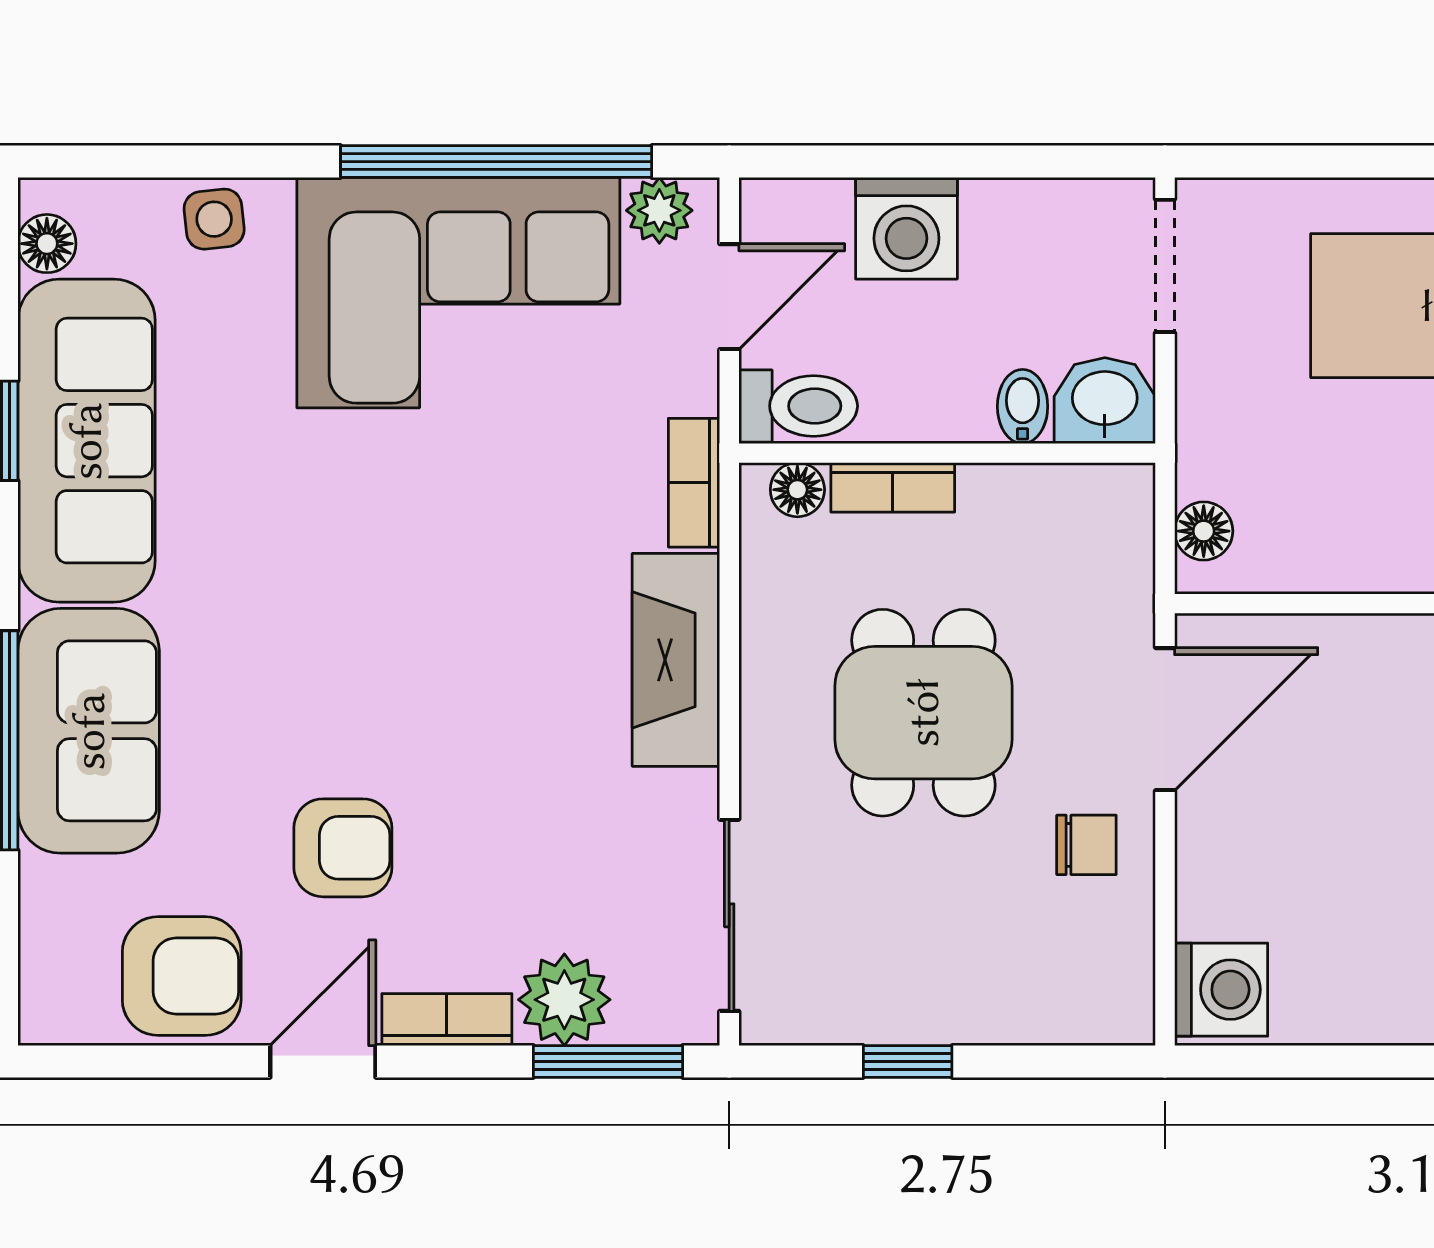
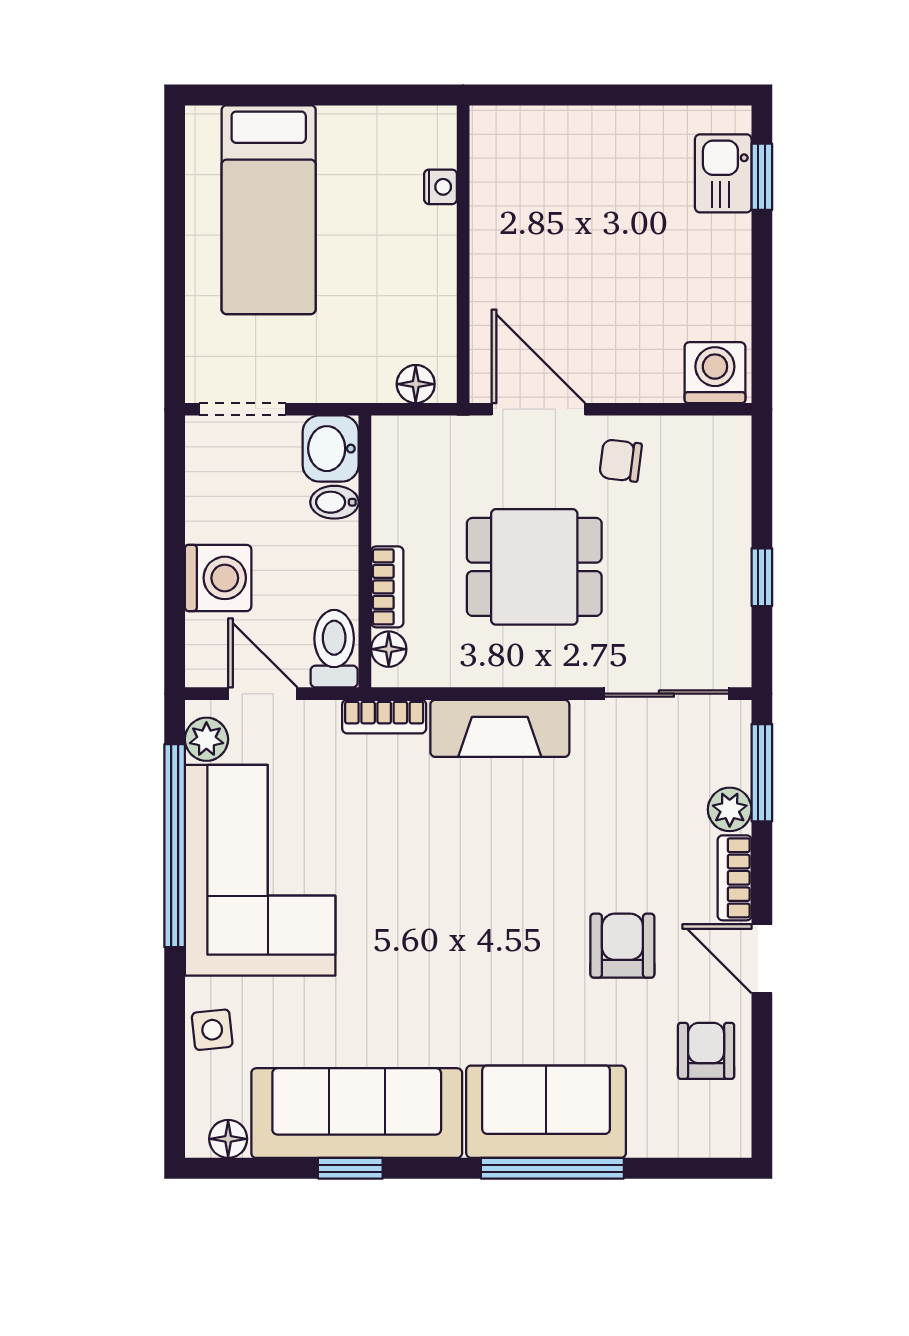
chair: (1086, 845) -> (621, 460), turned -83
armchair: (182, 976) -> (706, 1051), width x0.72, depth x0.72
plant: (564, 1000) -> (730, 809), width x0.73, depth x0.73

